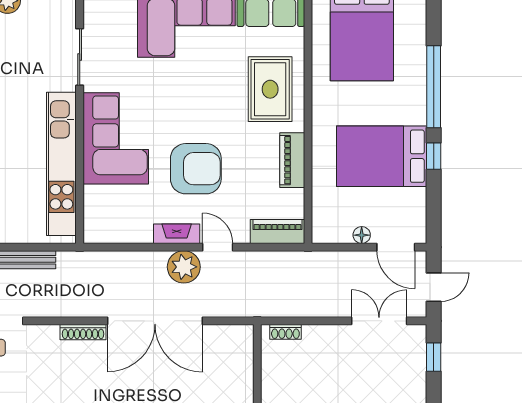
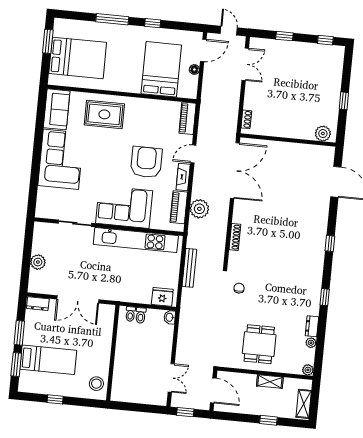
window: (434, 87) -> (112, 19), width x0.68
bed: (382, 156) -> (161, 69), moved, turned 180
piano: (292, 160) -> (179, 207), moved, turned 90
plant: (184, 267) -> (199, 209), moved
double door: (155, 321) -> (235, 171), moved
double door: (379, 321) -> (245, 64), swing flipped
window: (434, 357) -> (284, 36), moved

